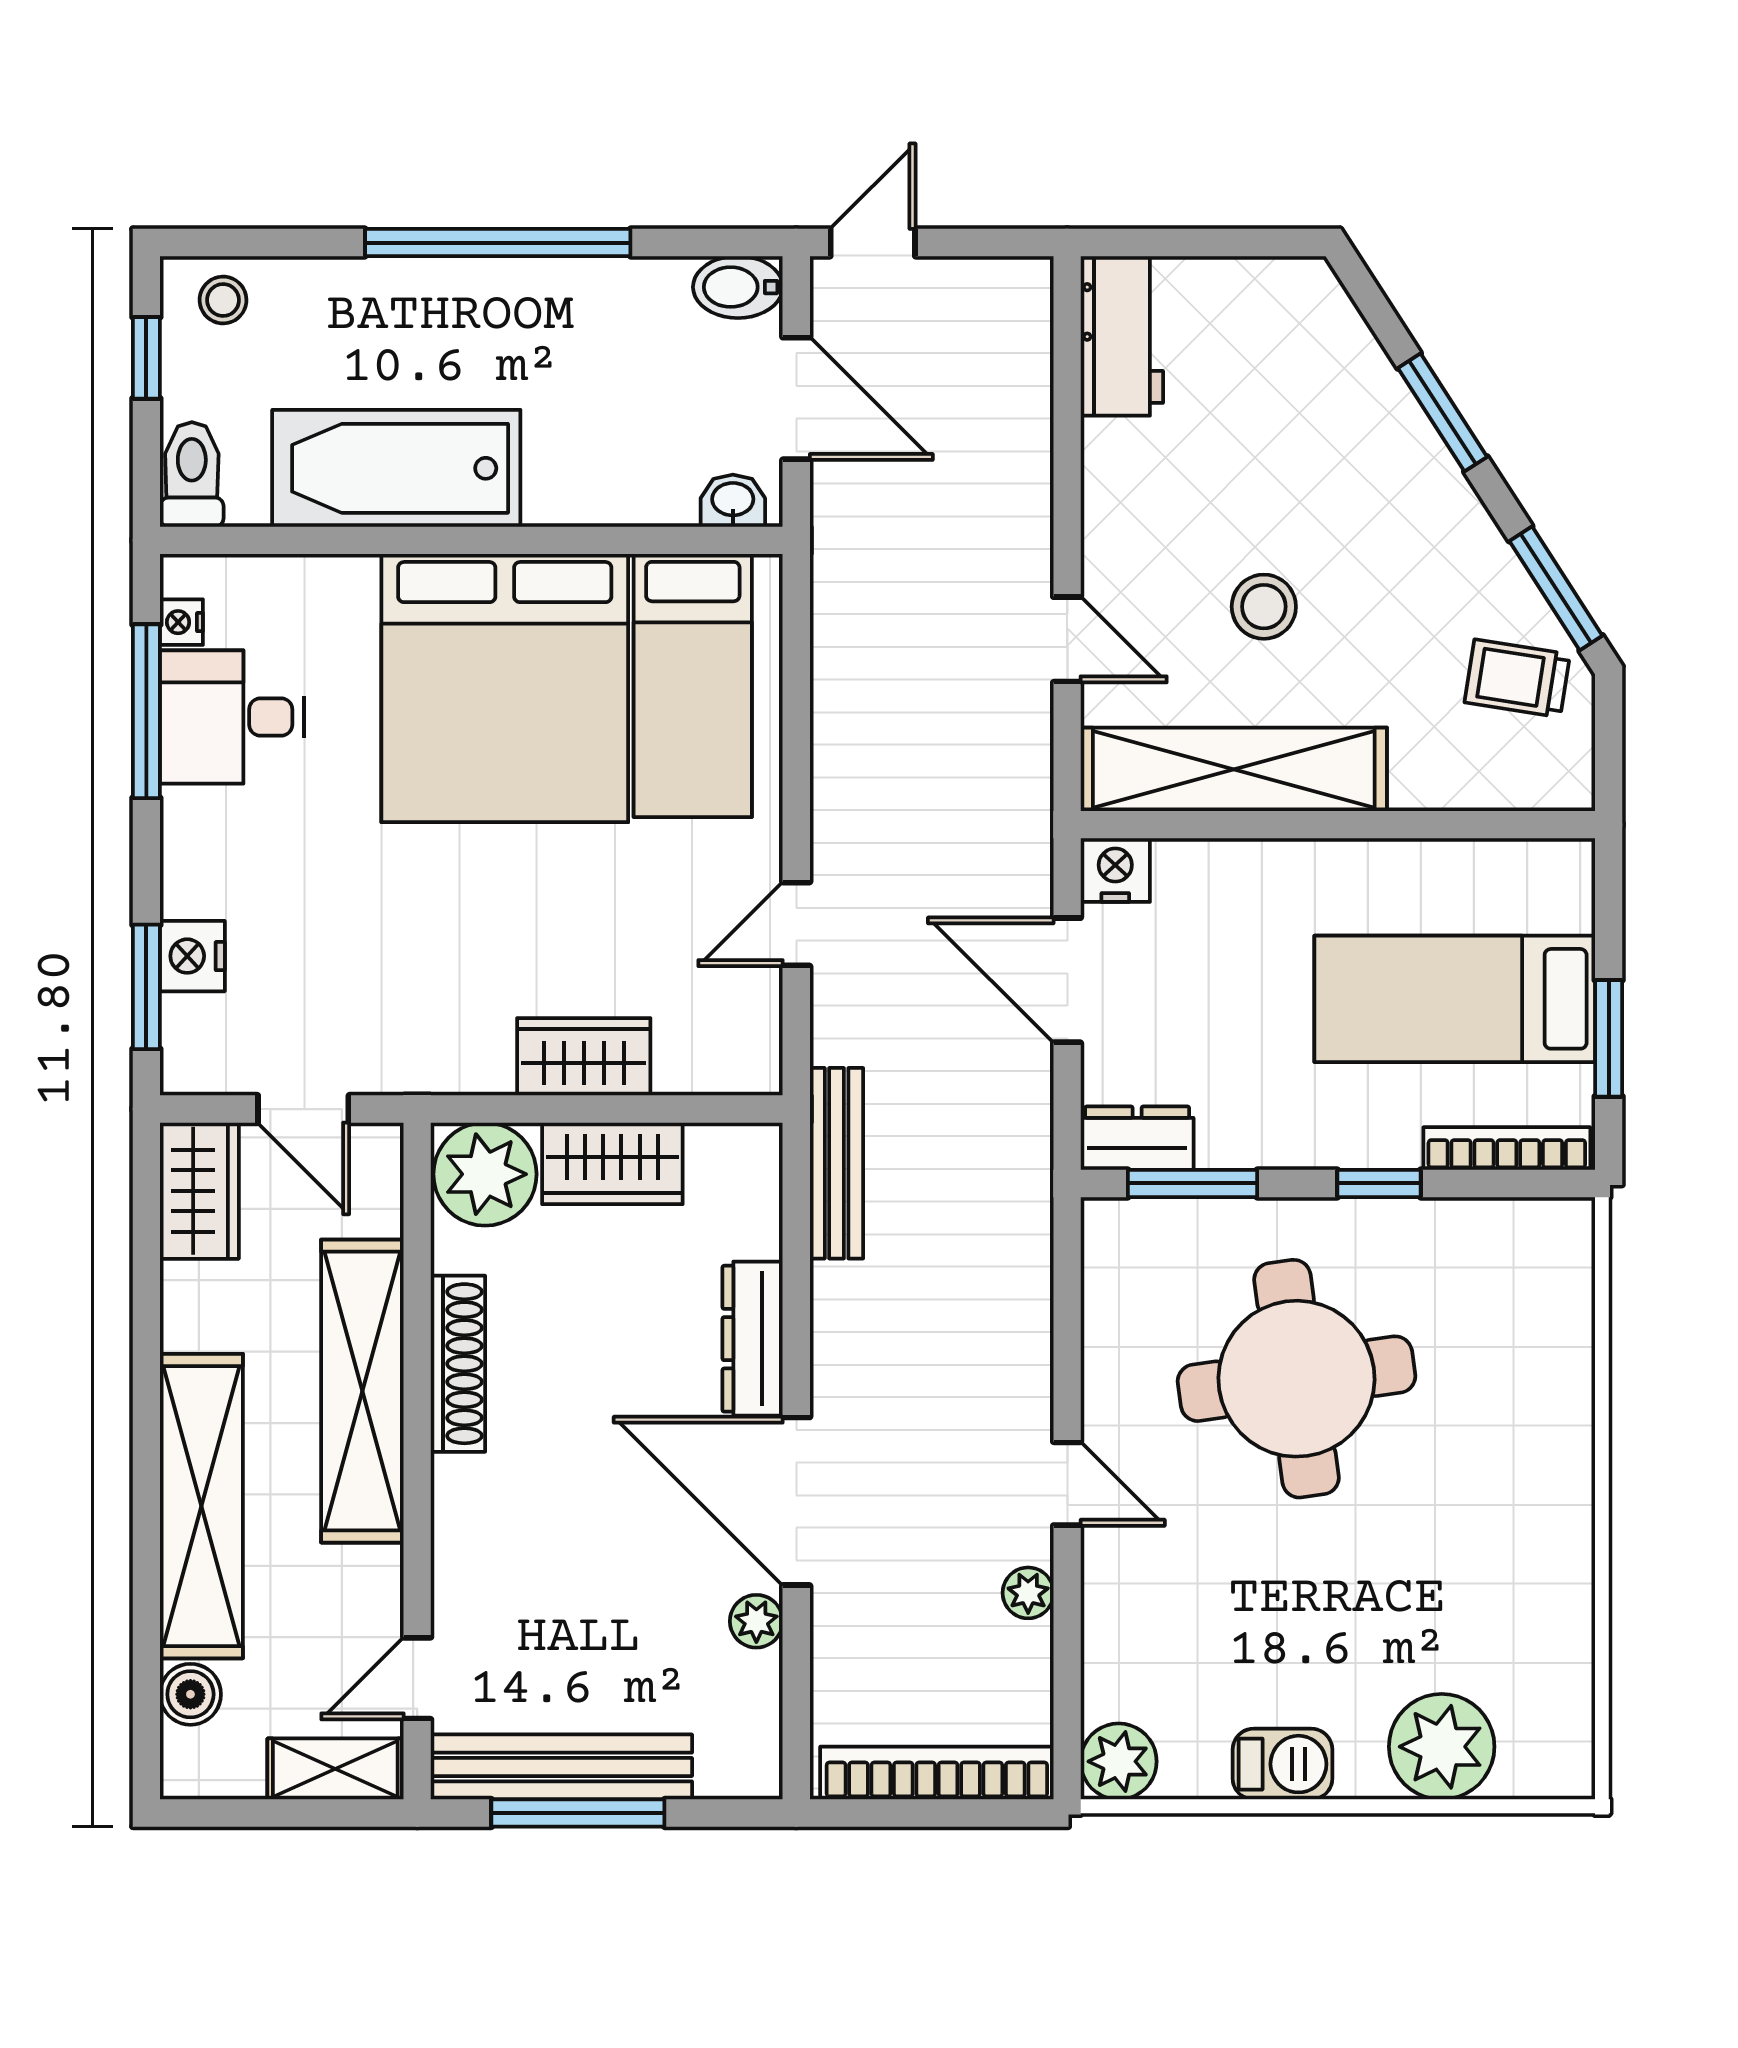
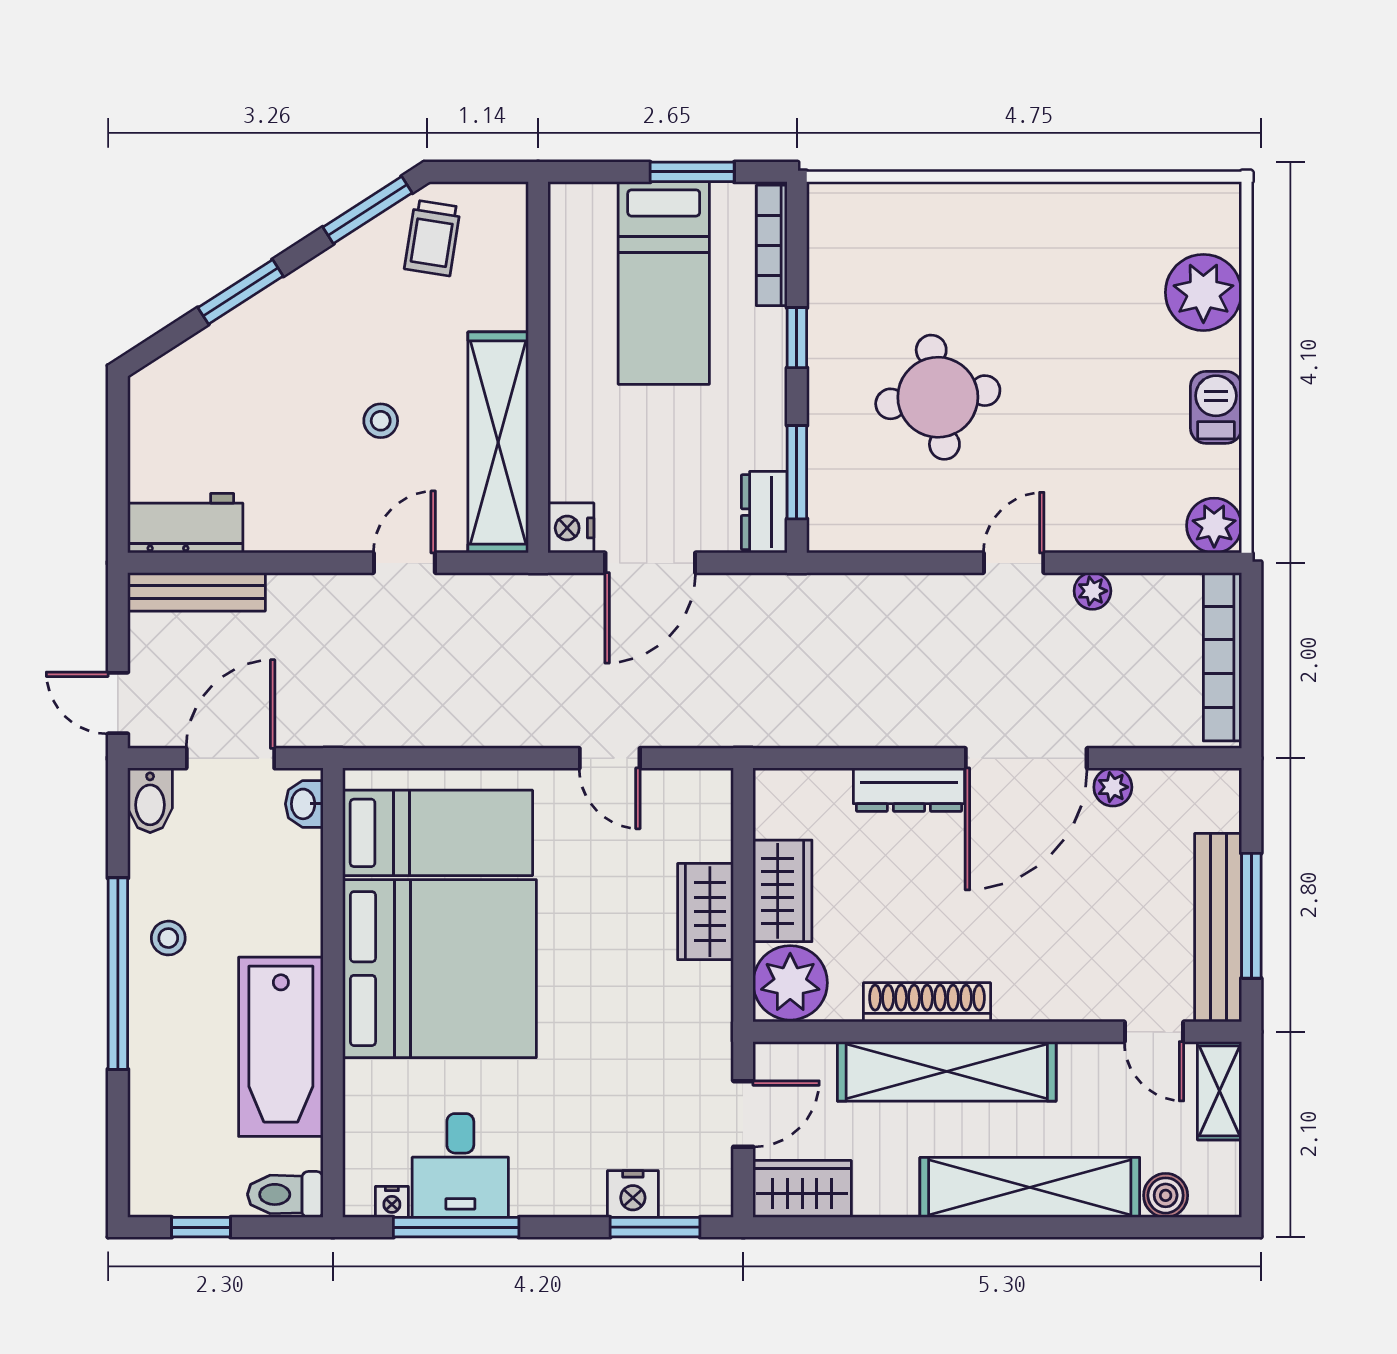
stool: (223, 300) -> (168, 938), moved
stool: (1264, 607) -> (381, 421), width x0.73, depth x0.73
bench: (837, 1163) -> (196, 592), moved
round table: (1296, 1379) -> (938, 397), width x0.73, depth x0.73

